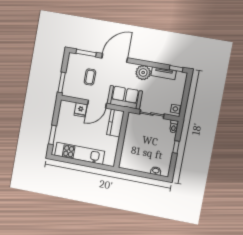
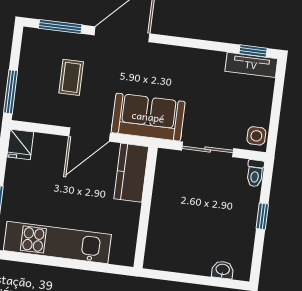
plant: (143, 73) -> (184, 63), removed
tv unit: (164, 73) -> (251, 65), moved
fridge: (81, 110) -> (20, 144), moved

